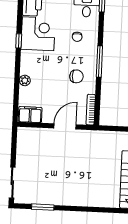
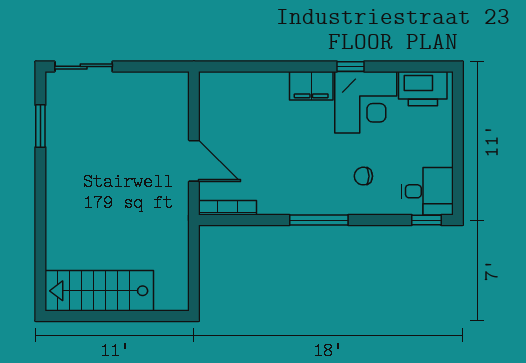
chair: (76, 76) -> (289, 178), removed
plant: (25, 80) -> (277, 81), removed
filing cabinet: (30, 115) -> (311, 86), moved, turned 90

